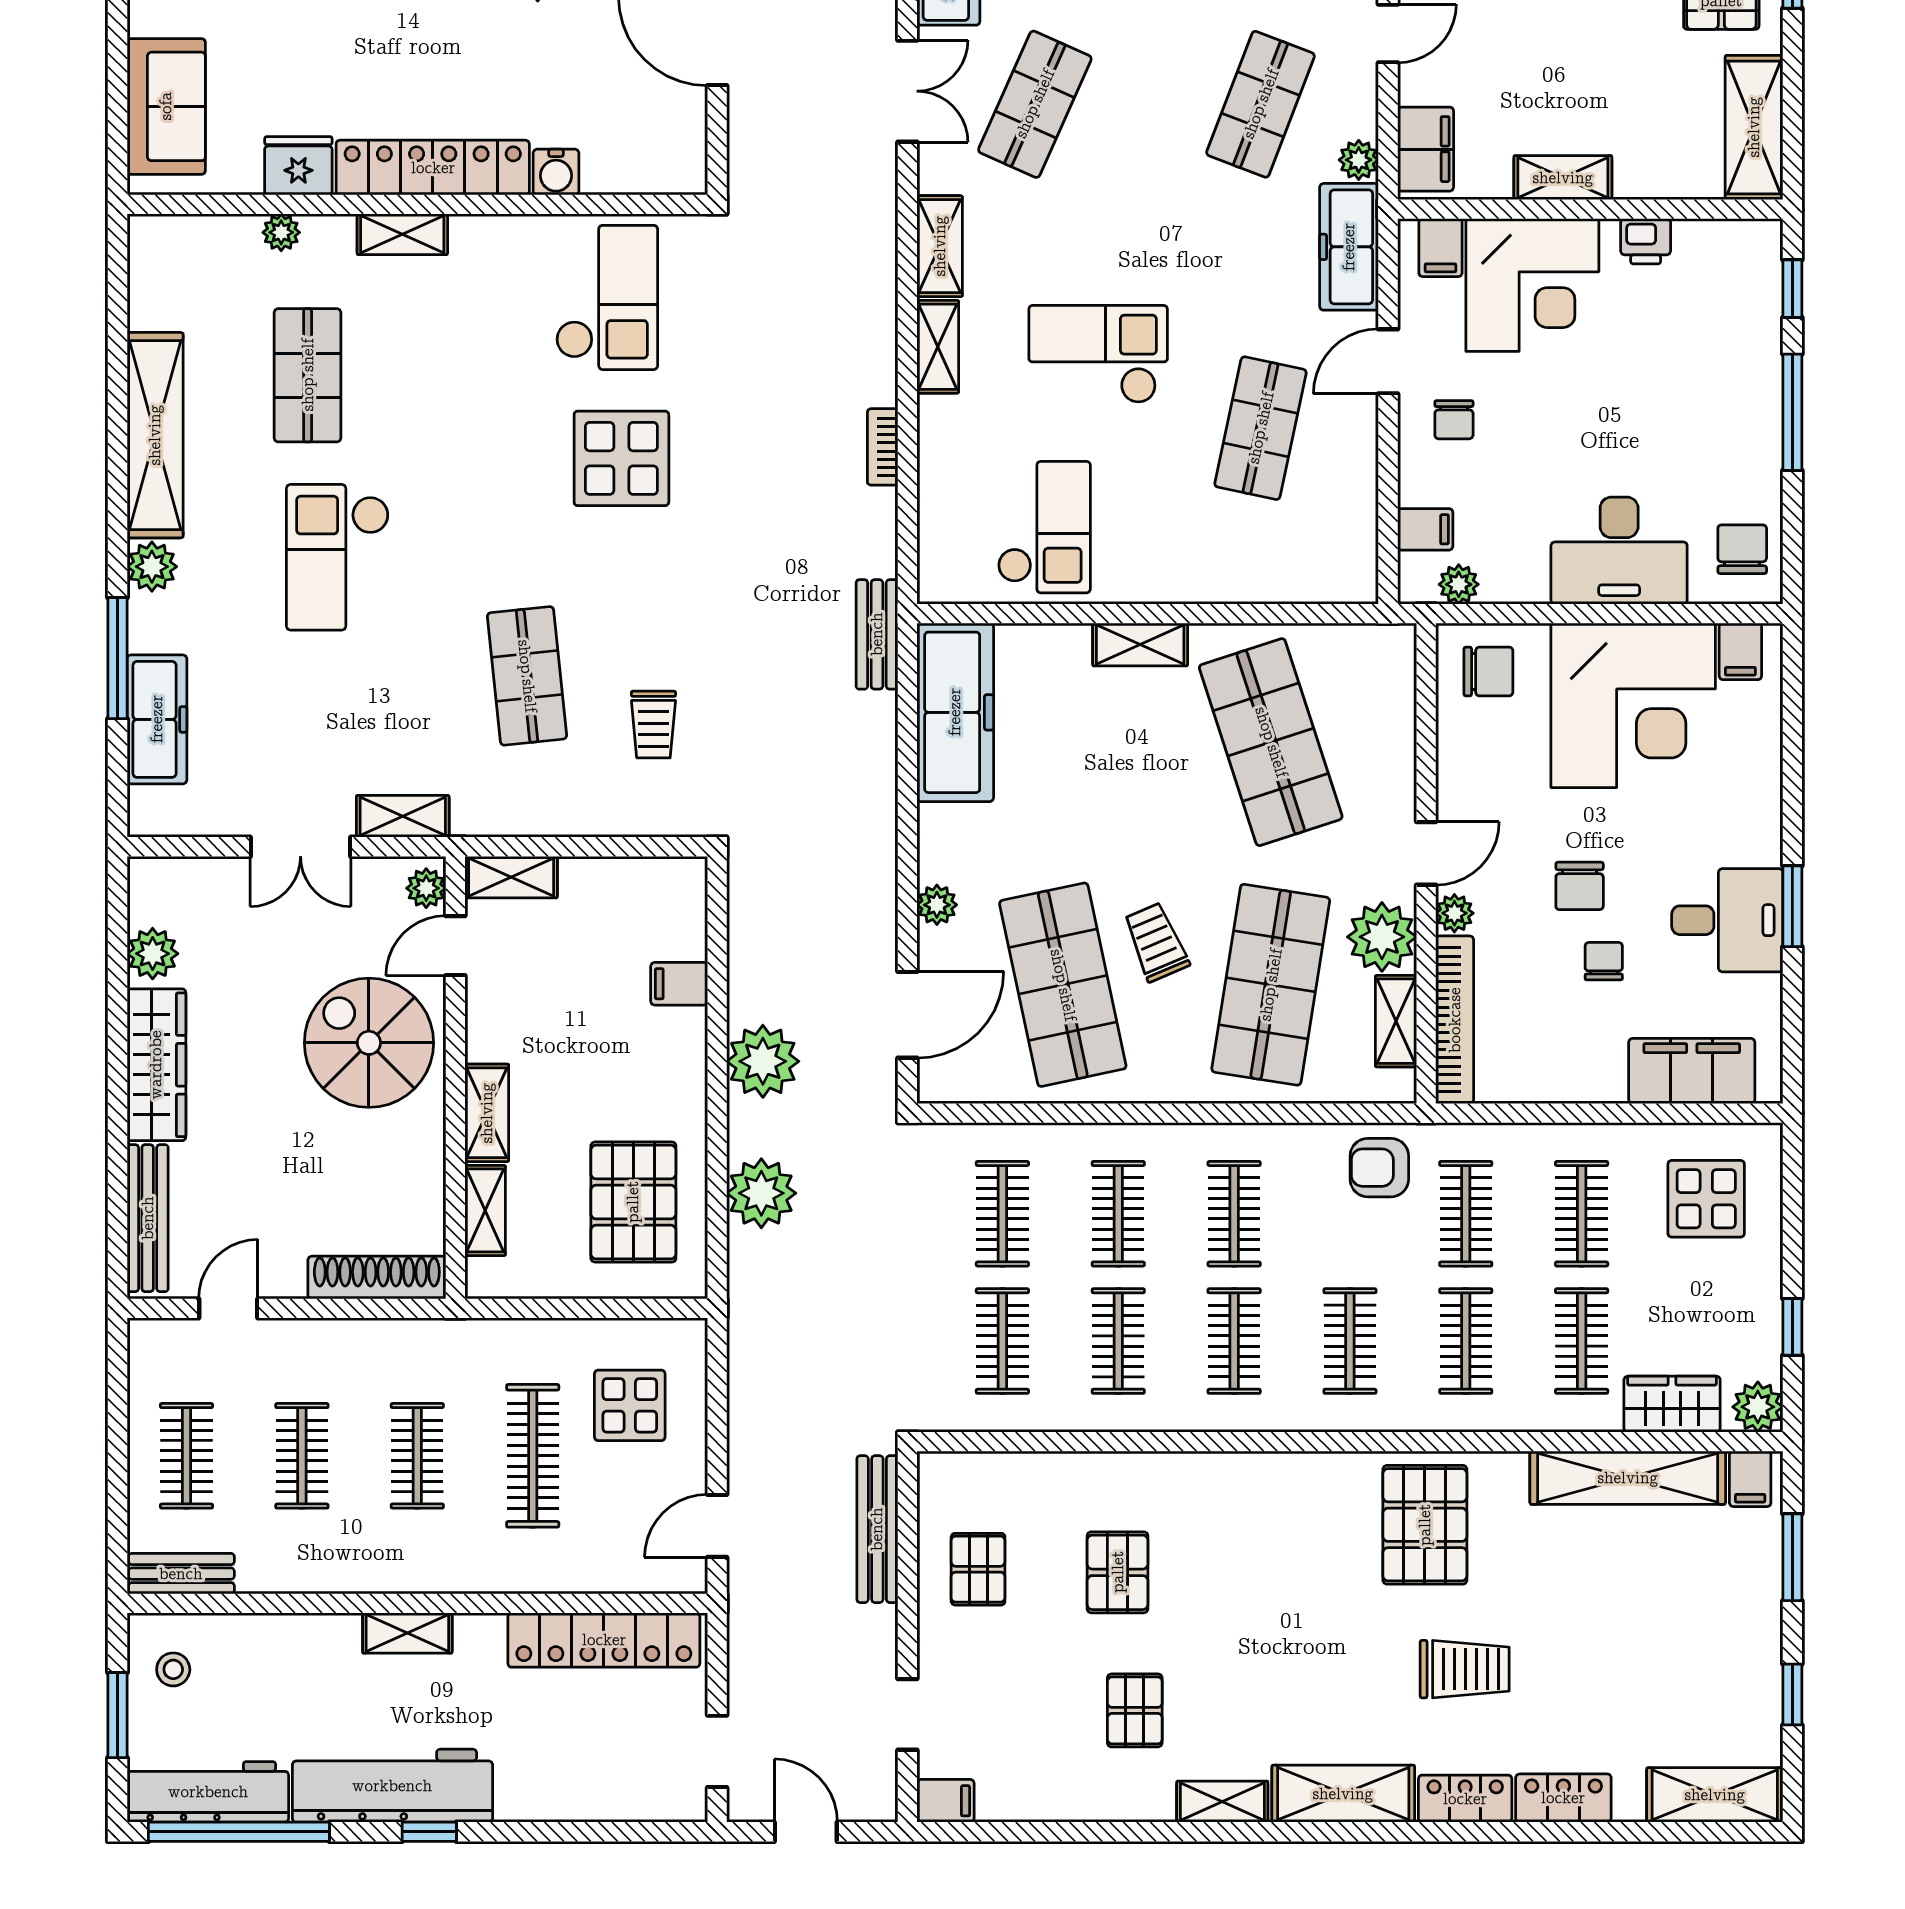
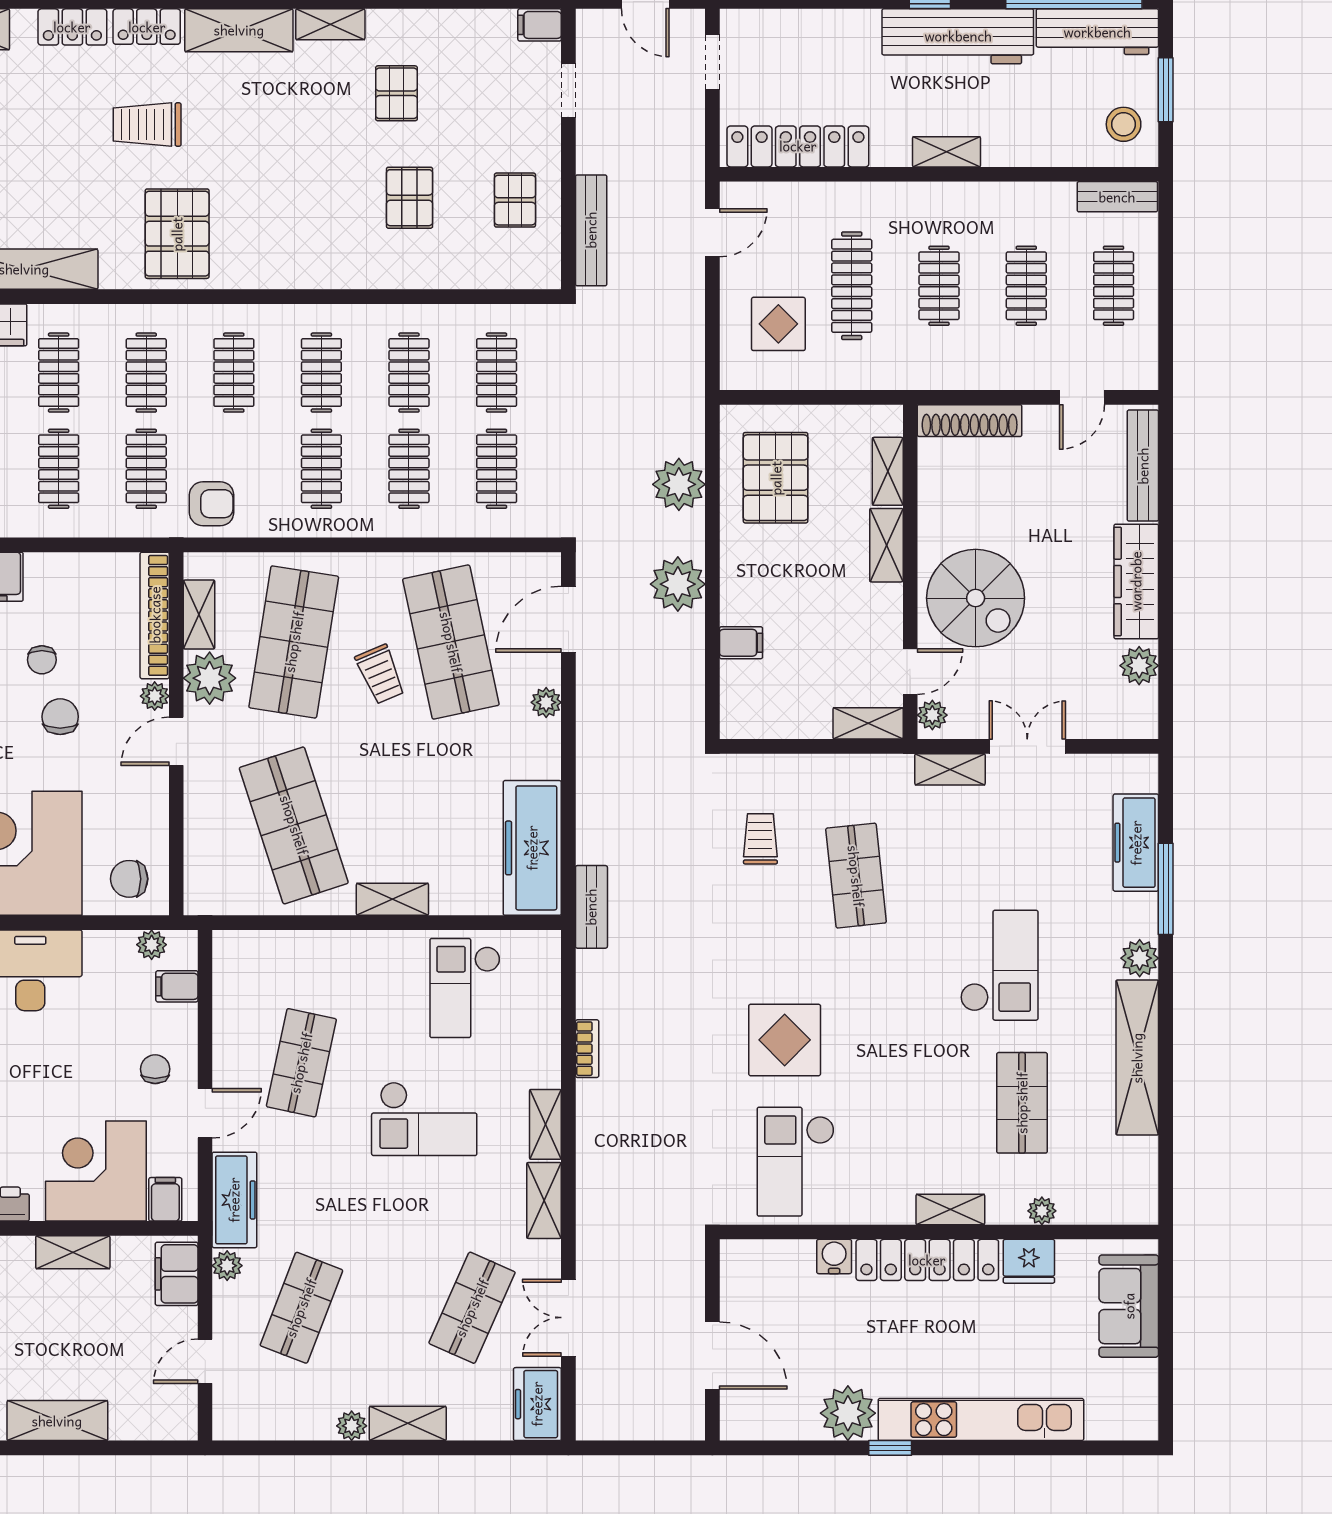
stool: (173, 1669) -> (1124, 124), width x1.37, depth x1.37

